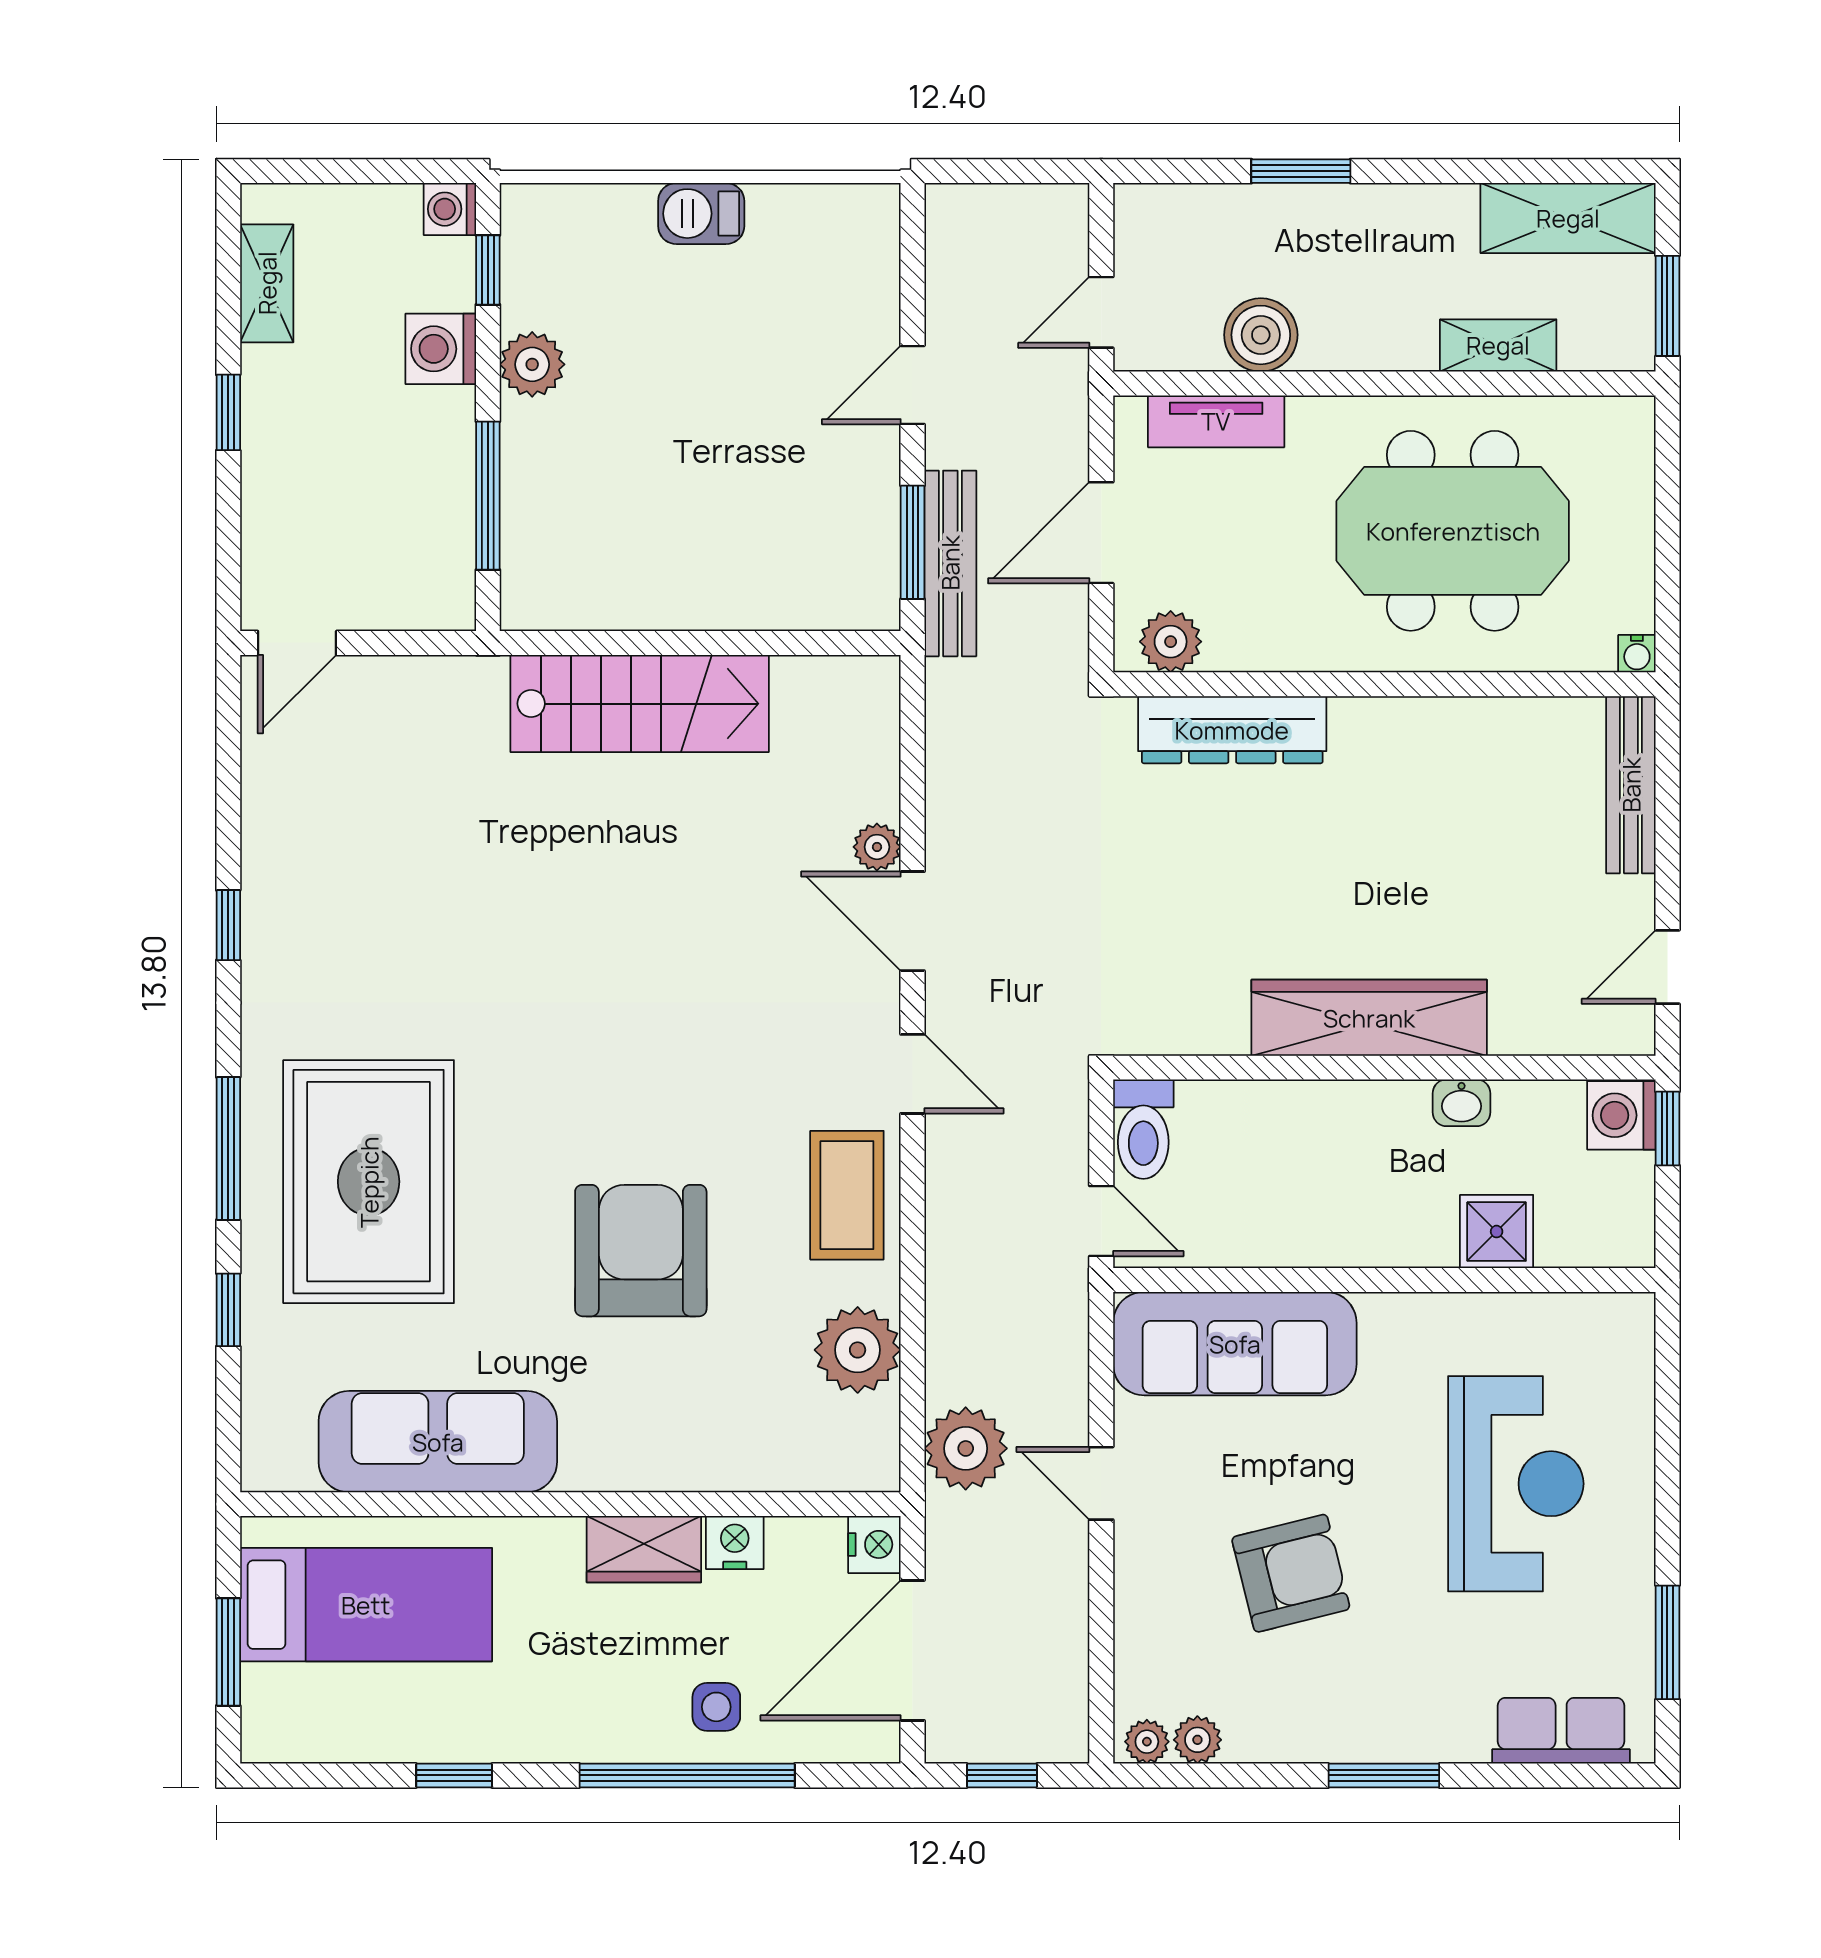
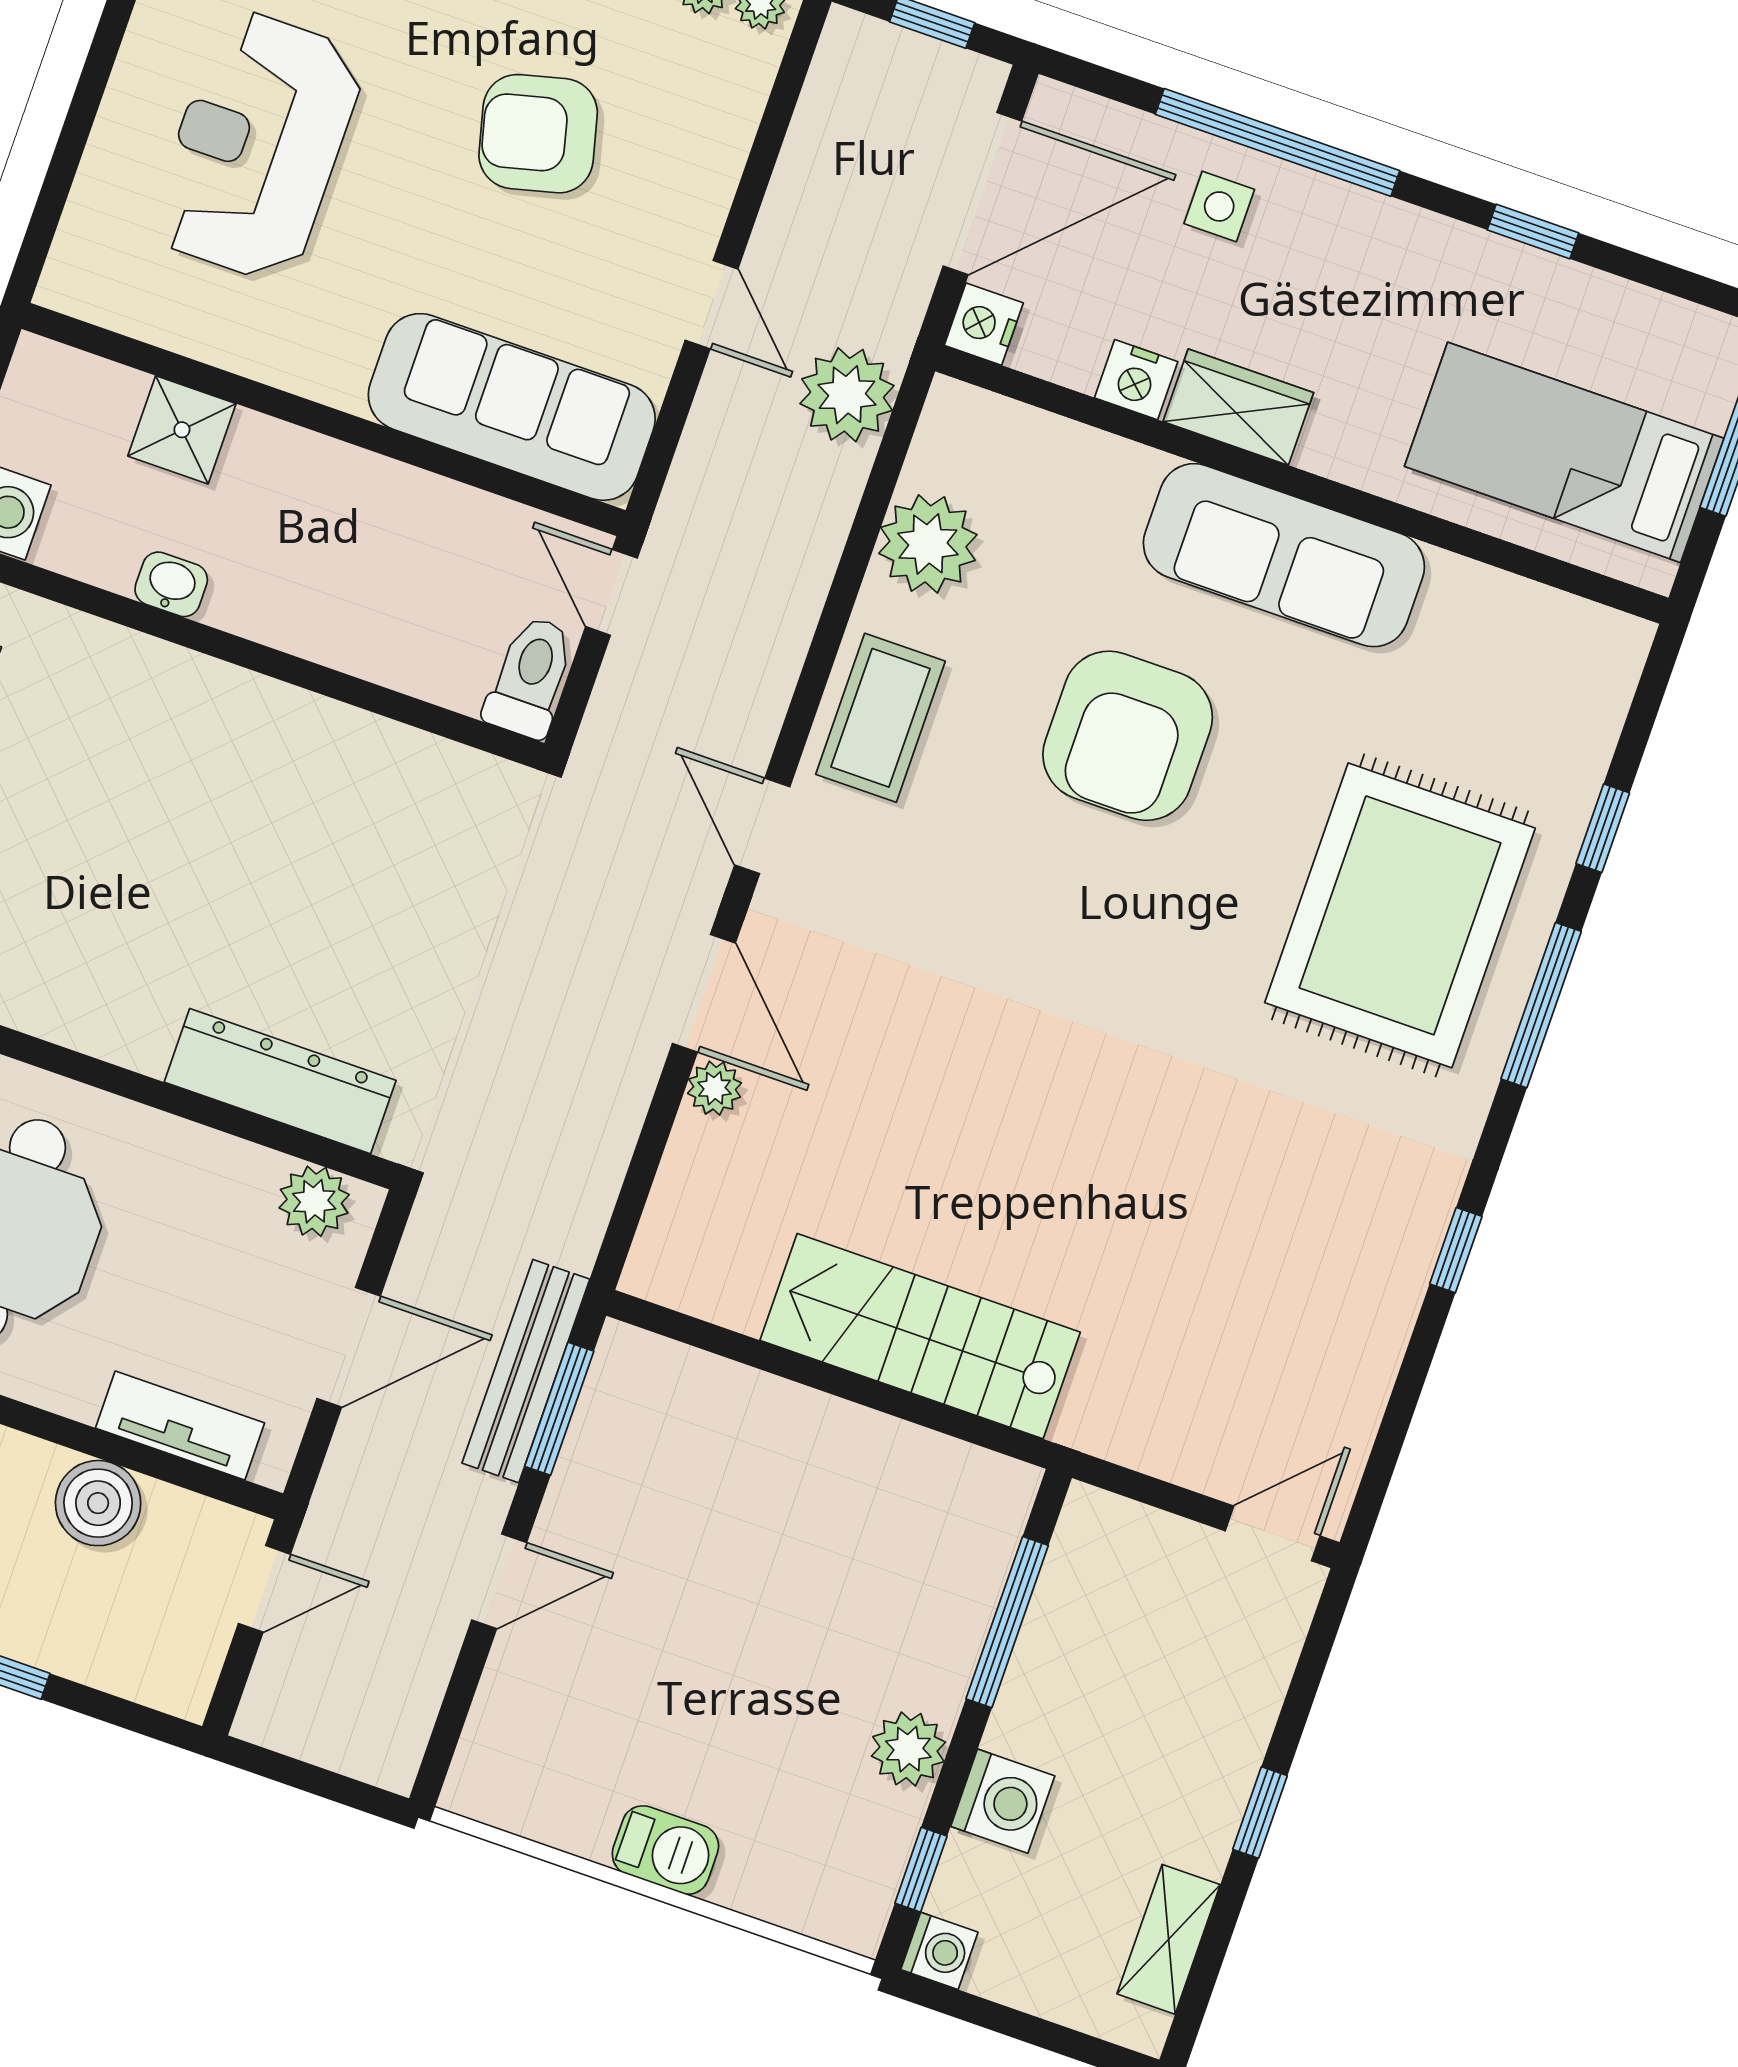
wardrobe: (1369, 1018) -> (240, 713), removed
sofa: (438, 1442) -> (1284, 555), moved

